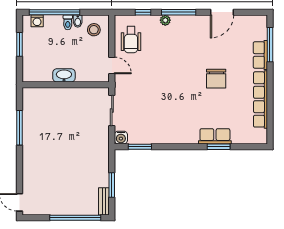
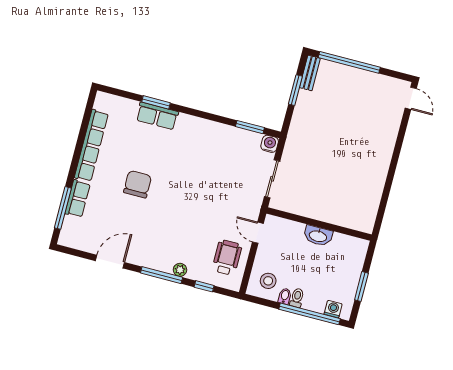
window: (20, 128) -> (387, 187), removed

